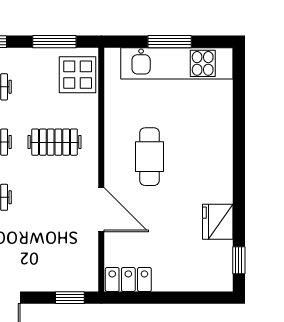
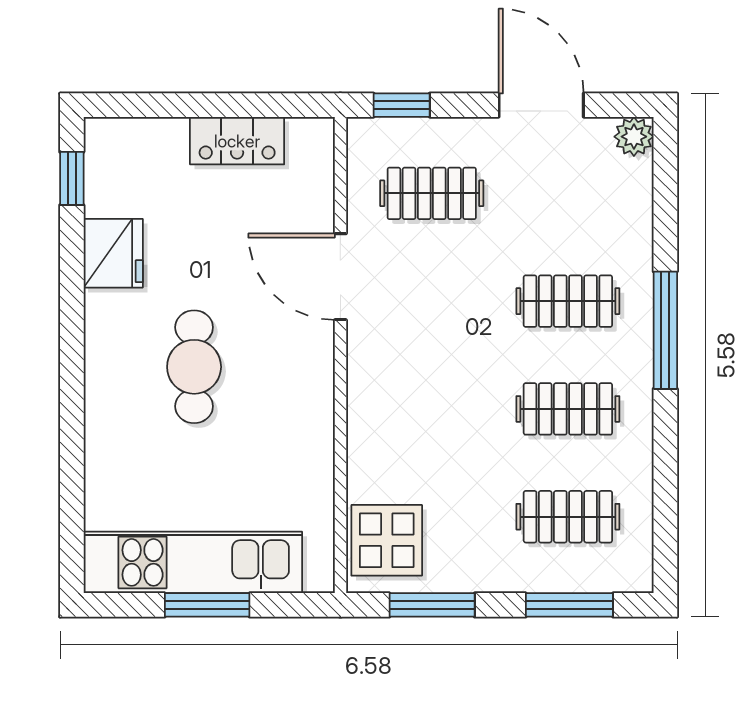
clothes rail: (54, 142) -> (432, 193), moved
cafe table: (150, 157) -> (194, 367), moved
locker: (128, 280) -> (237, 141), moved

